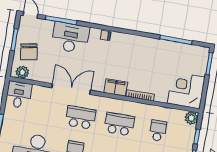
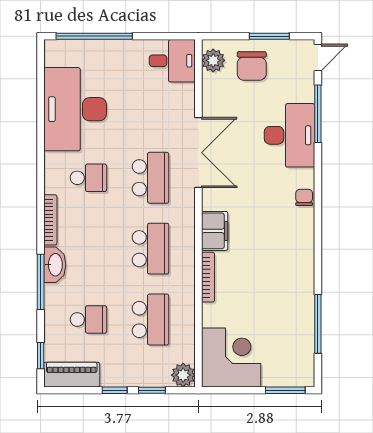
chair: (29, 52) -> (252, 66), turned -80
school desk: (158, 131) -> (151, 319), width x1.85

